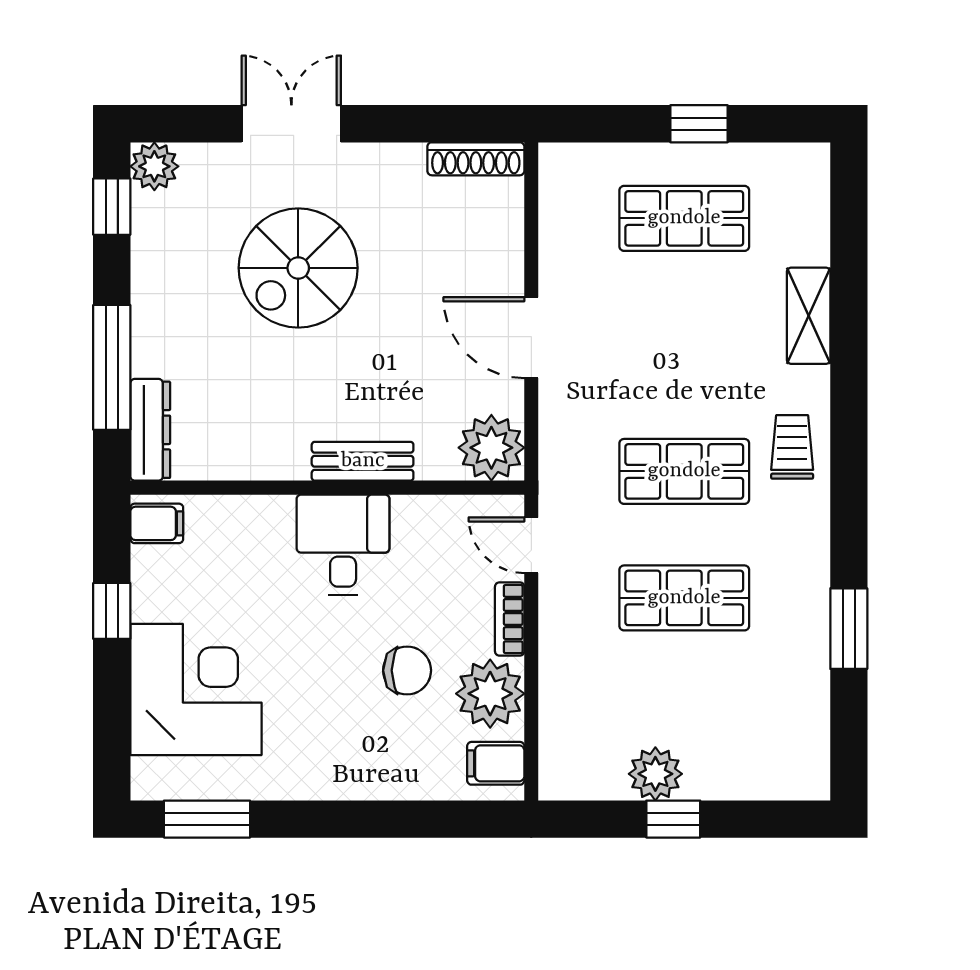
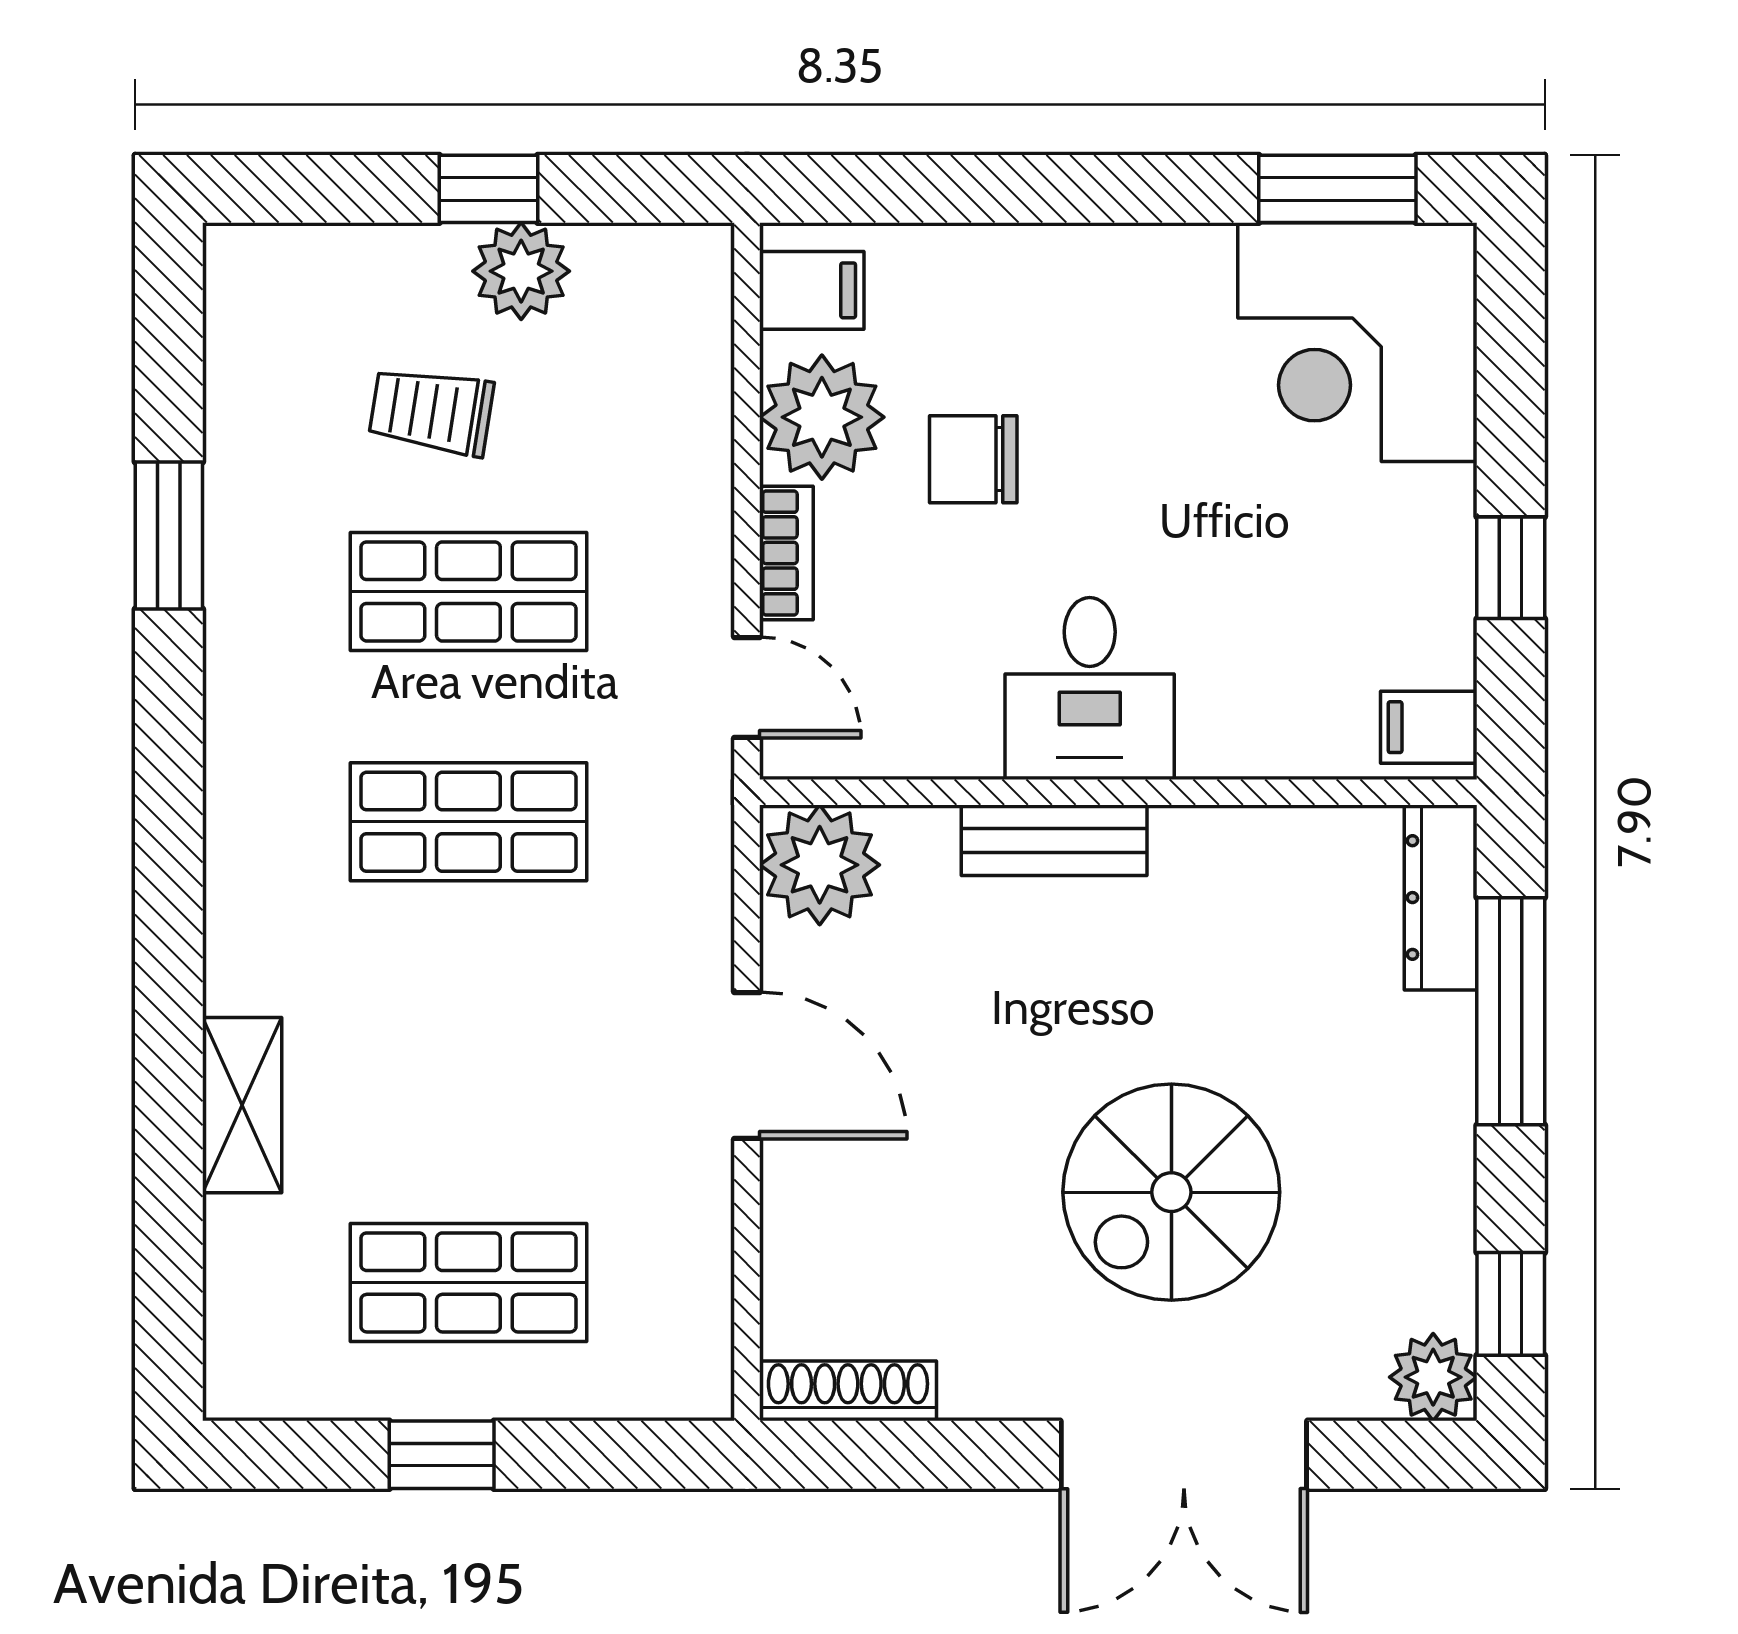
double door: (291, 124) -> (1184, 1455), width x1.37
spiral stairs: (298, 268) -> (1171, 1192), turned 180
trolley: (792, 447) -> (431, 411), moved, turned 99
corner desk: (196, 689) -> (1357, 342), moved

